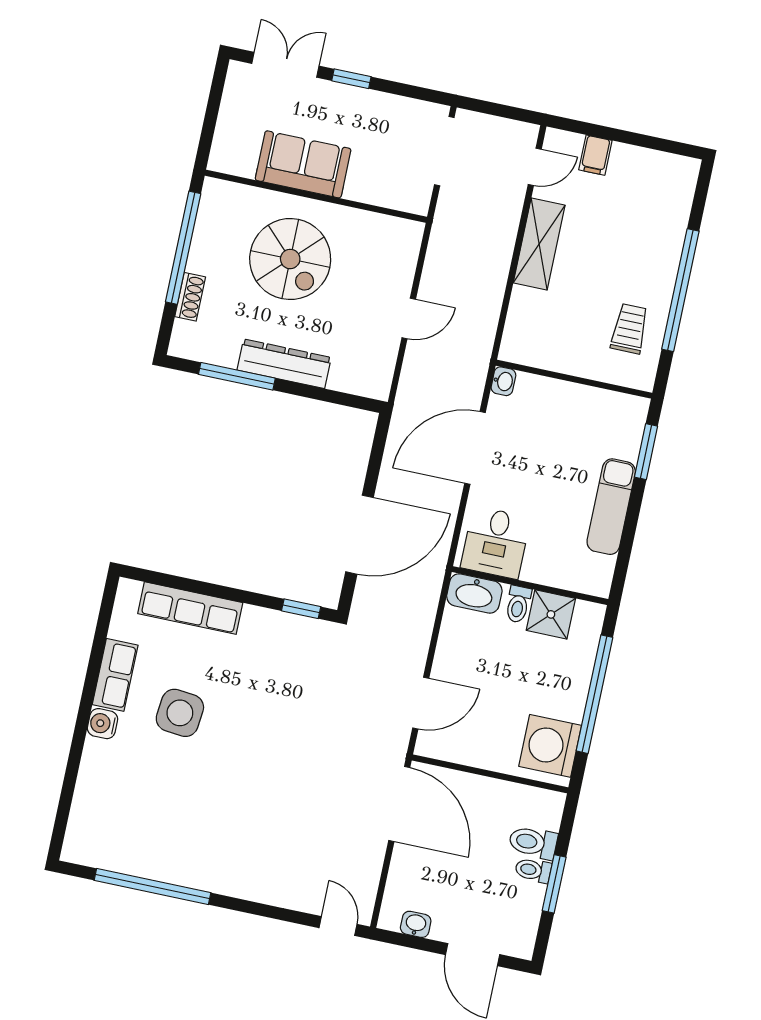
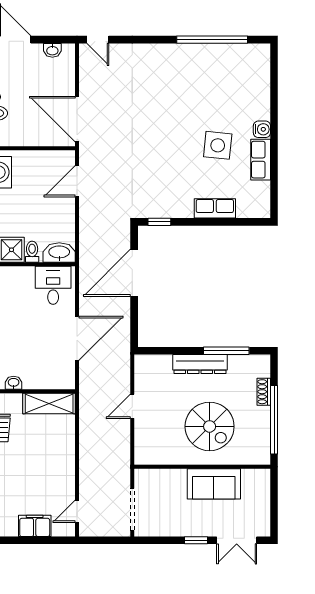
filing cabinet: (595, 155) -> (35, 526), width x2.00
shelving: (539, 244) -> (49, 403), moved, turned 90
spiral stairs: (290, 259) -> (210, 426), turned 180
washbasin: (503, 381) -> (14, 383), moved, turned 90
row of seats: (190, 608) -> (215, 208), width x0.68

